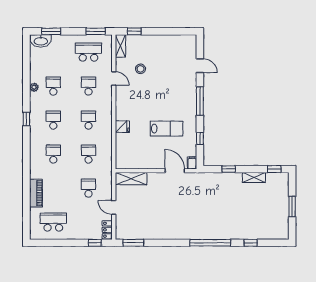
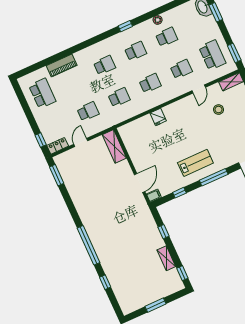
lab bench: (167, 129) -> (195, 163), moved, turned -90

